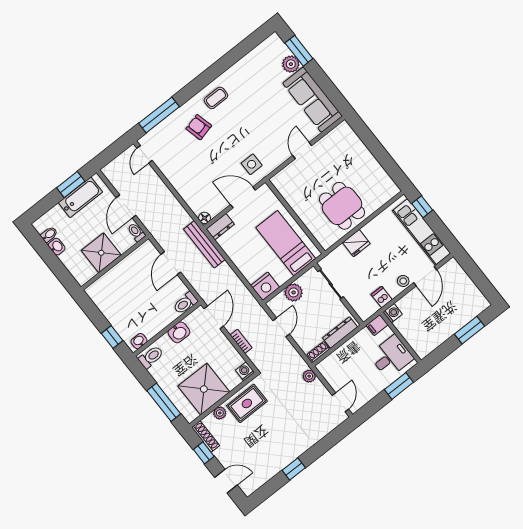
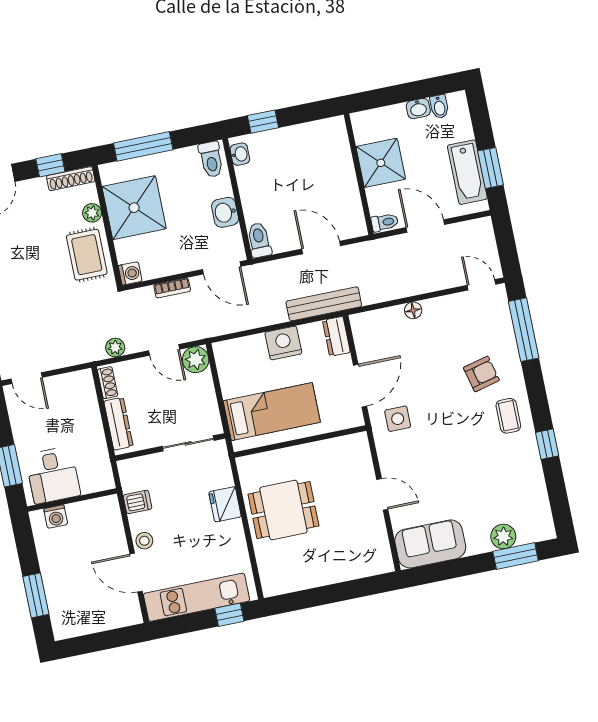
window: (221, 66) -> (547, 444), added
sofa: (313, 100) -> (430, 544), width x0.73
floor lamp: (205, 218) -> (413, 310), moved
nightstand: (265, 286) -> (283, 343), moved, turned 90
plant: (294, 292) -> (196, 360), moved
washing machine: (393, 313) -> (56, 517), moved
filing cabinet: (377, 325) -> (104, 477), removed
plant: (309, 376) -> (115, 348), moved

